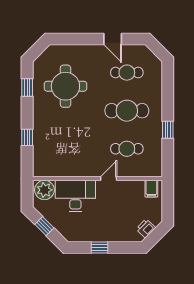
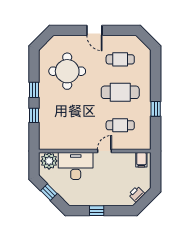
door: (113, 39) -> (94, 30), moved
window: (27, 87) -> (34, 90), moved

